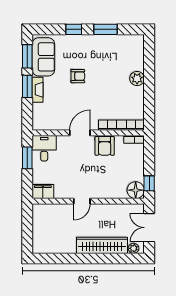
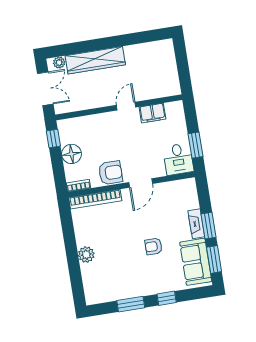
armchair: (105, 146) -> (110, 173), turned 90
floor lamp: (136, 190) -> (72, 154), moved
filing cabinet: (43, 192) -> (152, 113), moved

